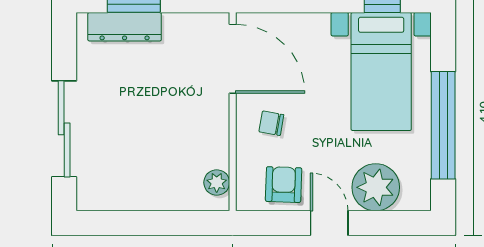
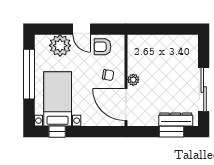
sliding door: (64, 129) -> (204, 89), moved
plant: (217, 182) -> (133, 80), moved
armchair: (284, 185) -> (103, 47), turned 88

